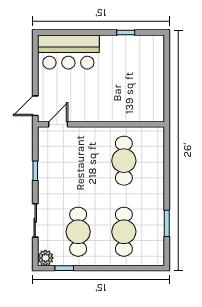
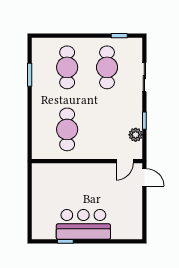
bar counter: (68, 52) -> (83, 224), moved
door: (35, 106) -> (144, 177), hinge flipped
plant: (45, 258) -> (136, 135), moved

